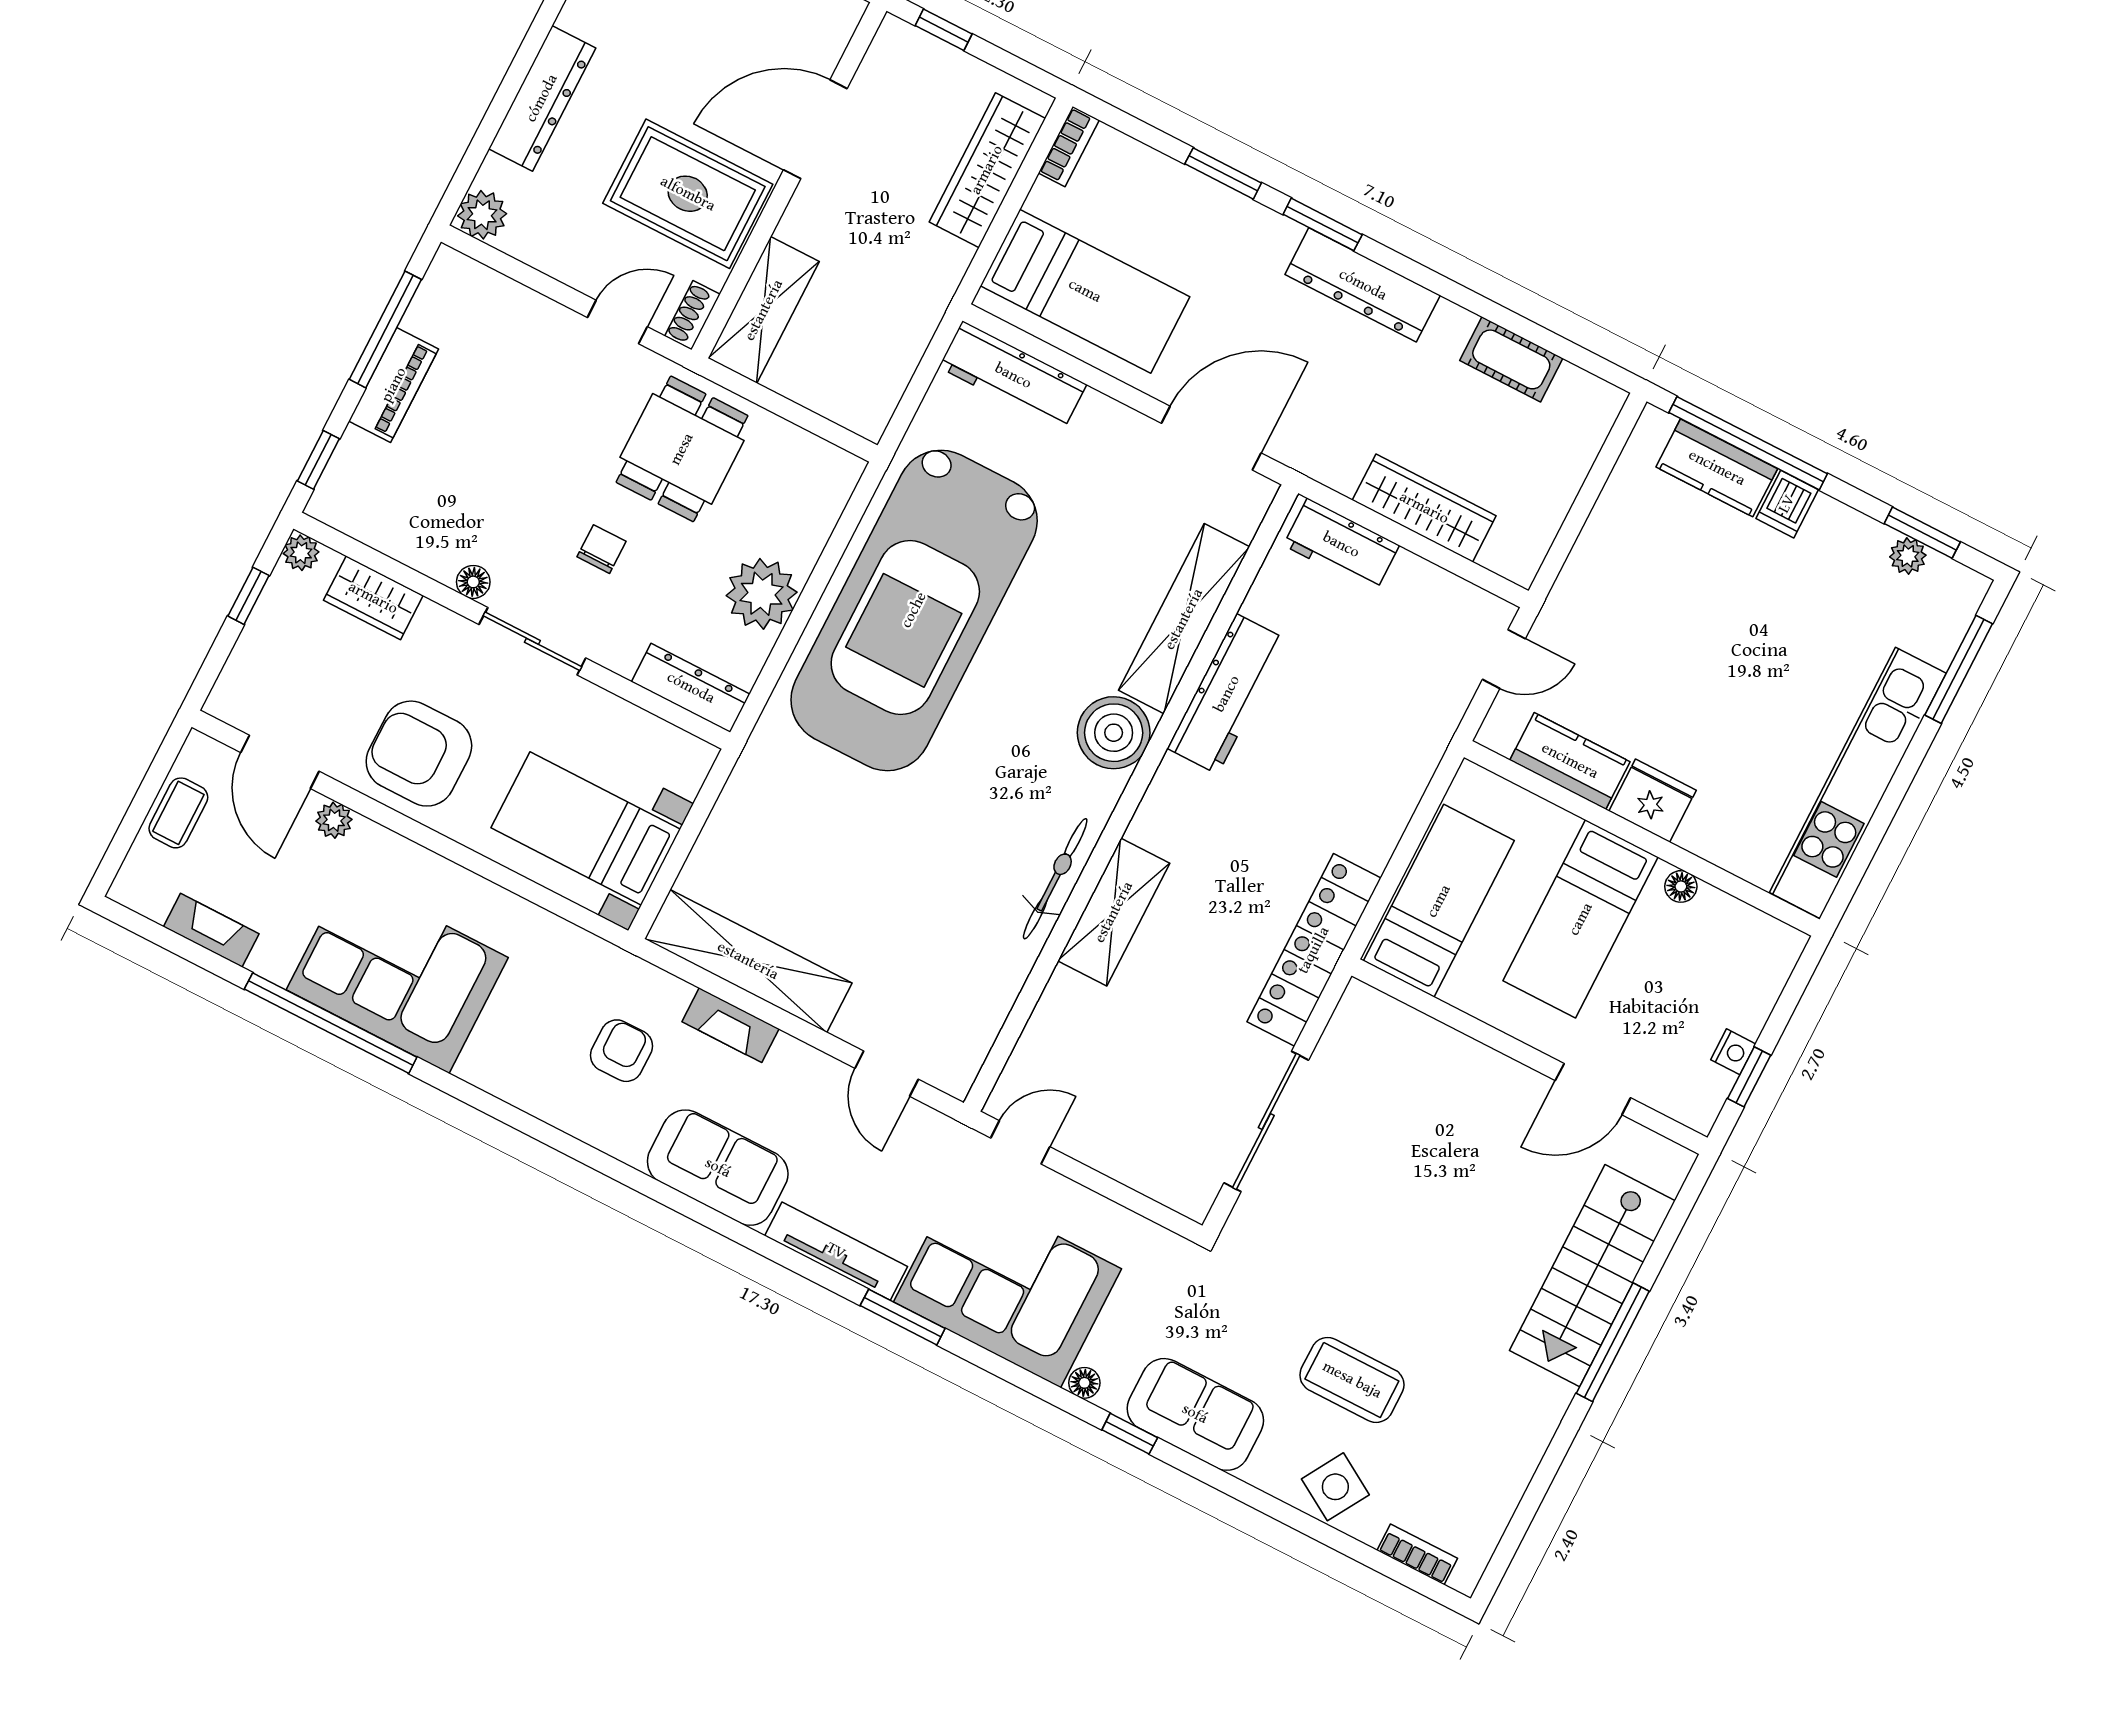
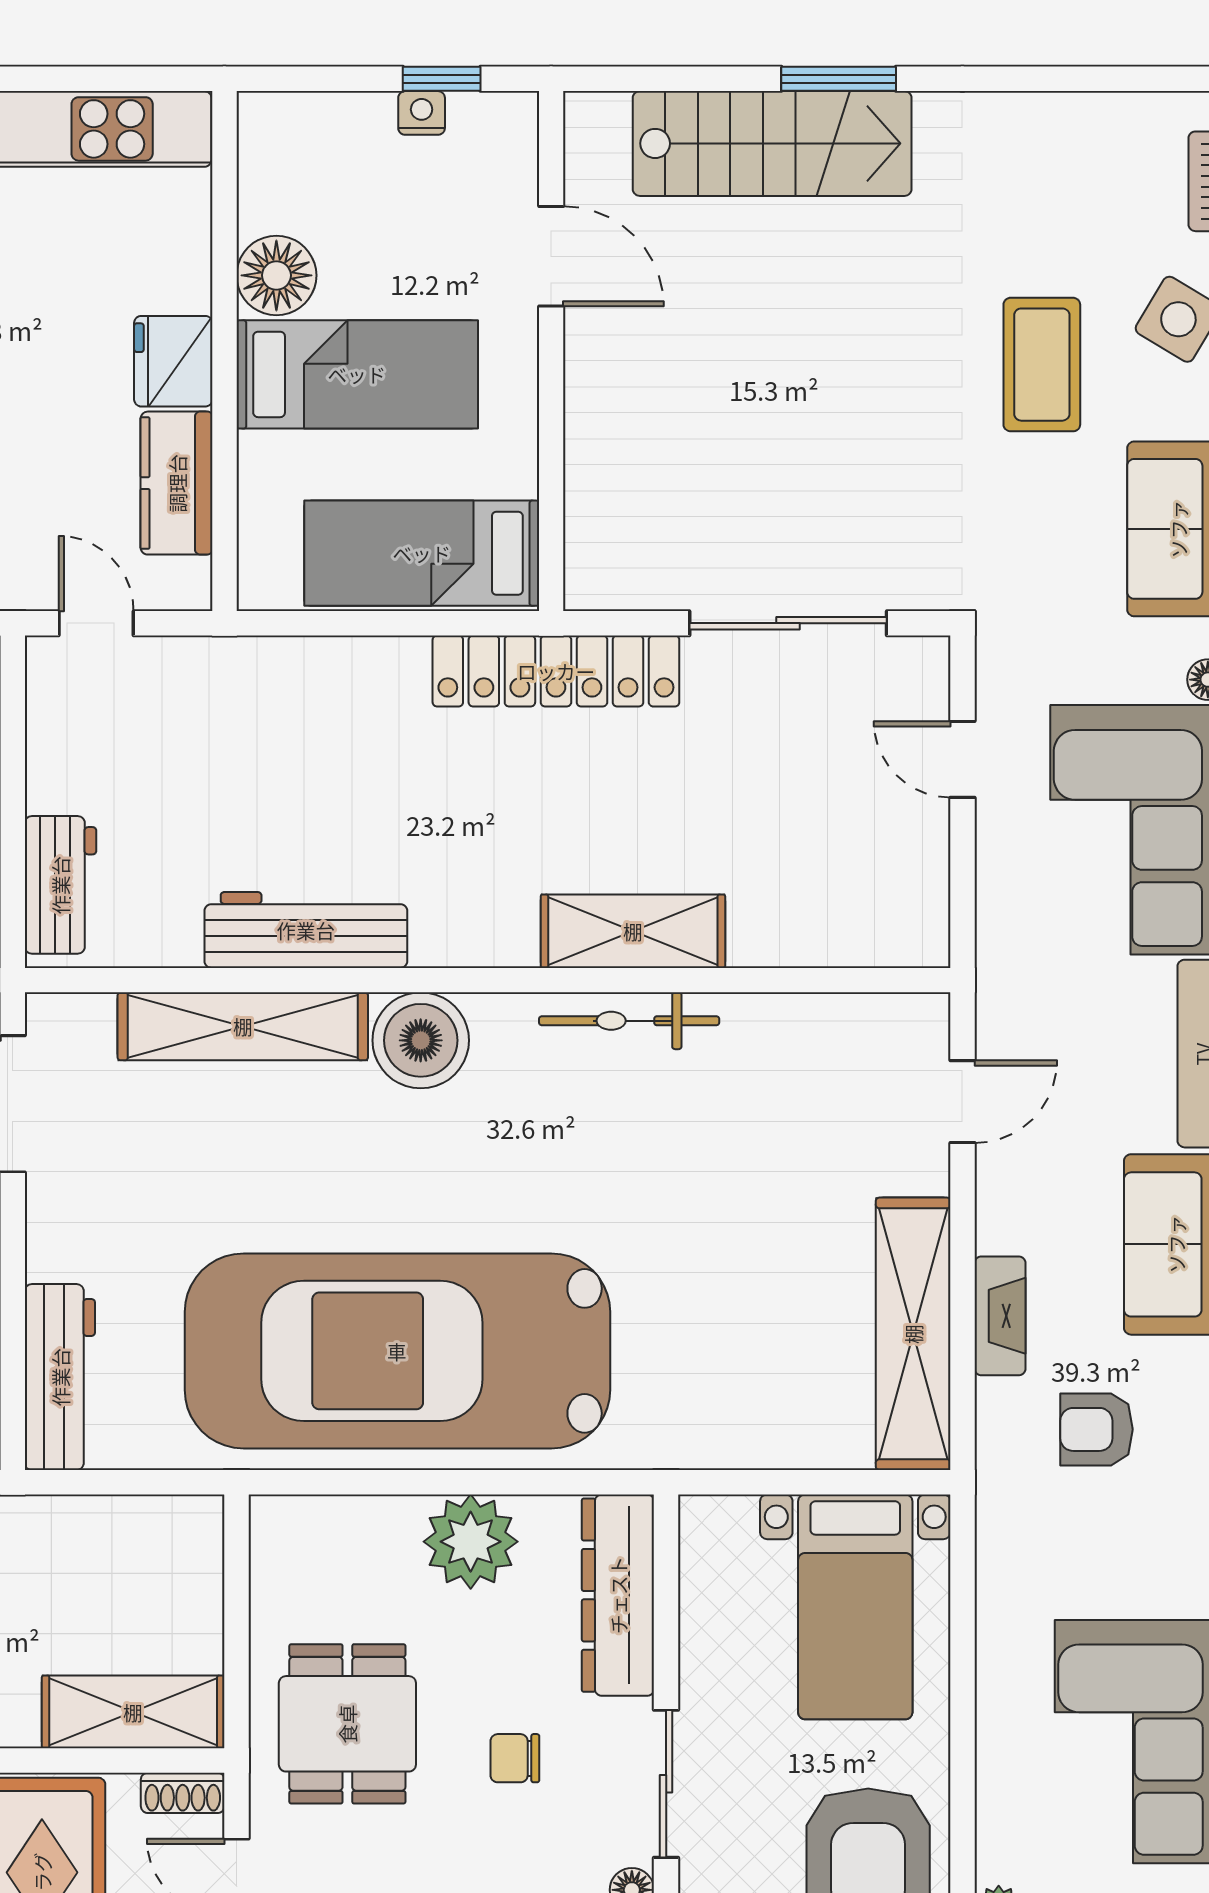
dining table: (682, 449) -> (347, 1724), turned 90
car: (914, 610) -> (397, 1351), turned 180
dresser: (691, 688) -> (618, 1595), width x1.37, depth x1.24
floor lamp: (1681, 886) -> (276, 275), width x1.89, depth x1.89
door: (1020, 1142) -> (962, 759), moved
window: (1613, 1342) -> (839, 79), width x0.69

